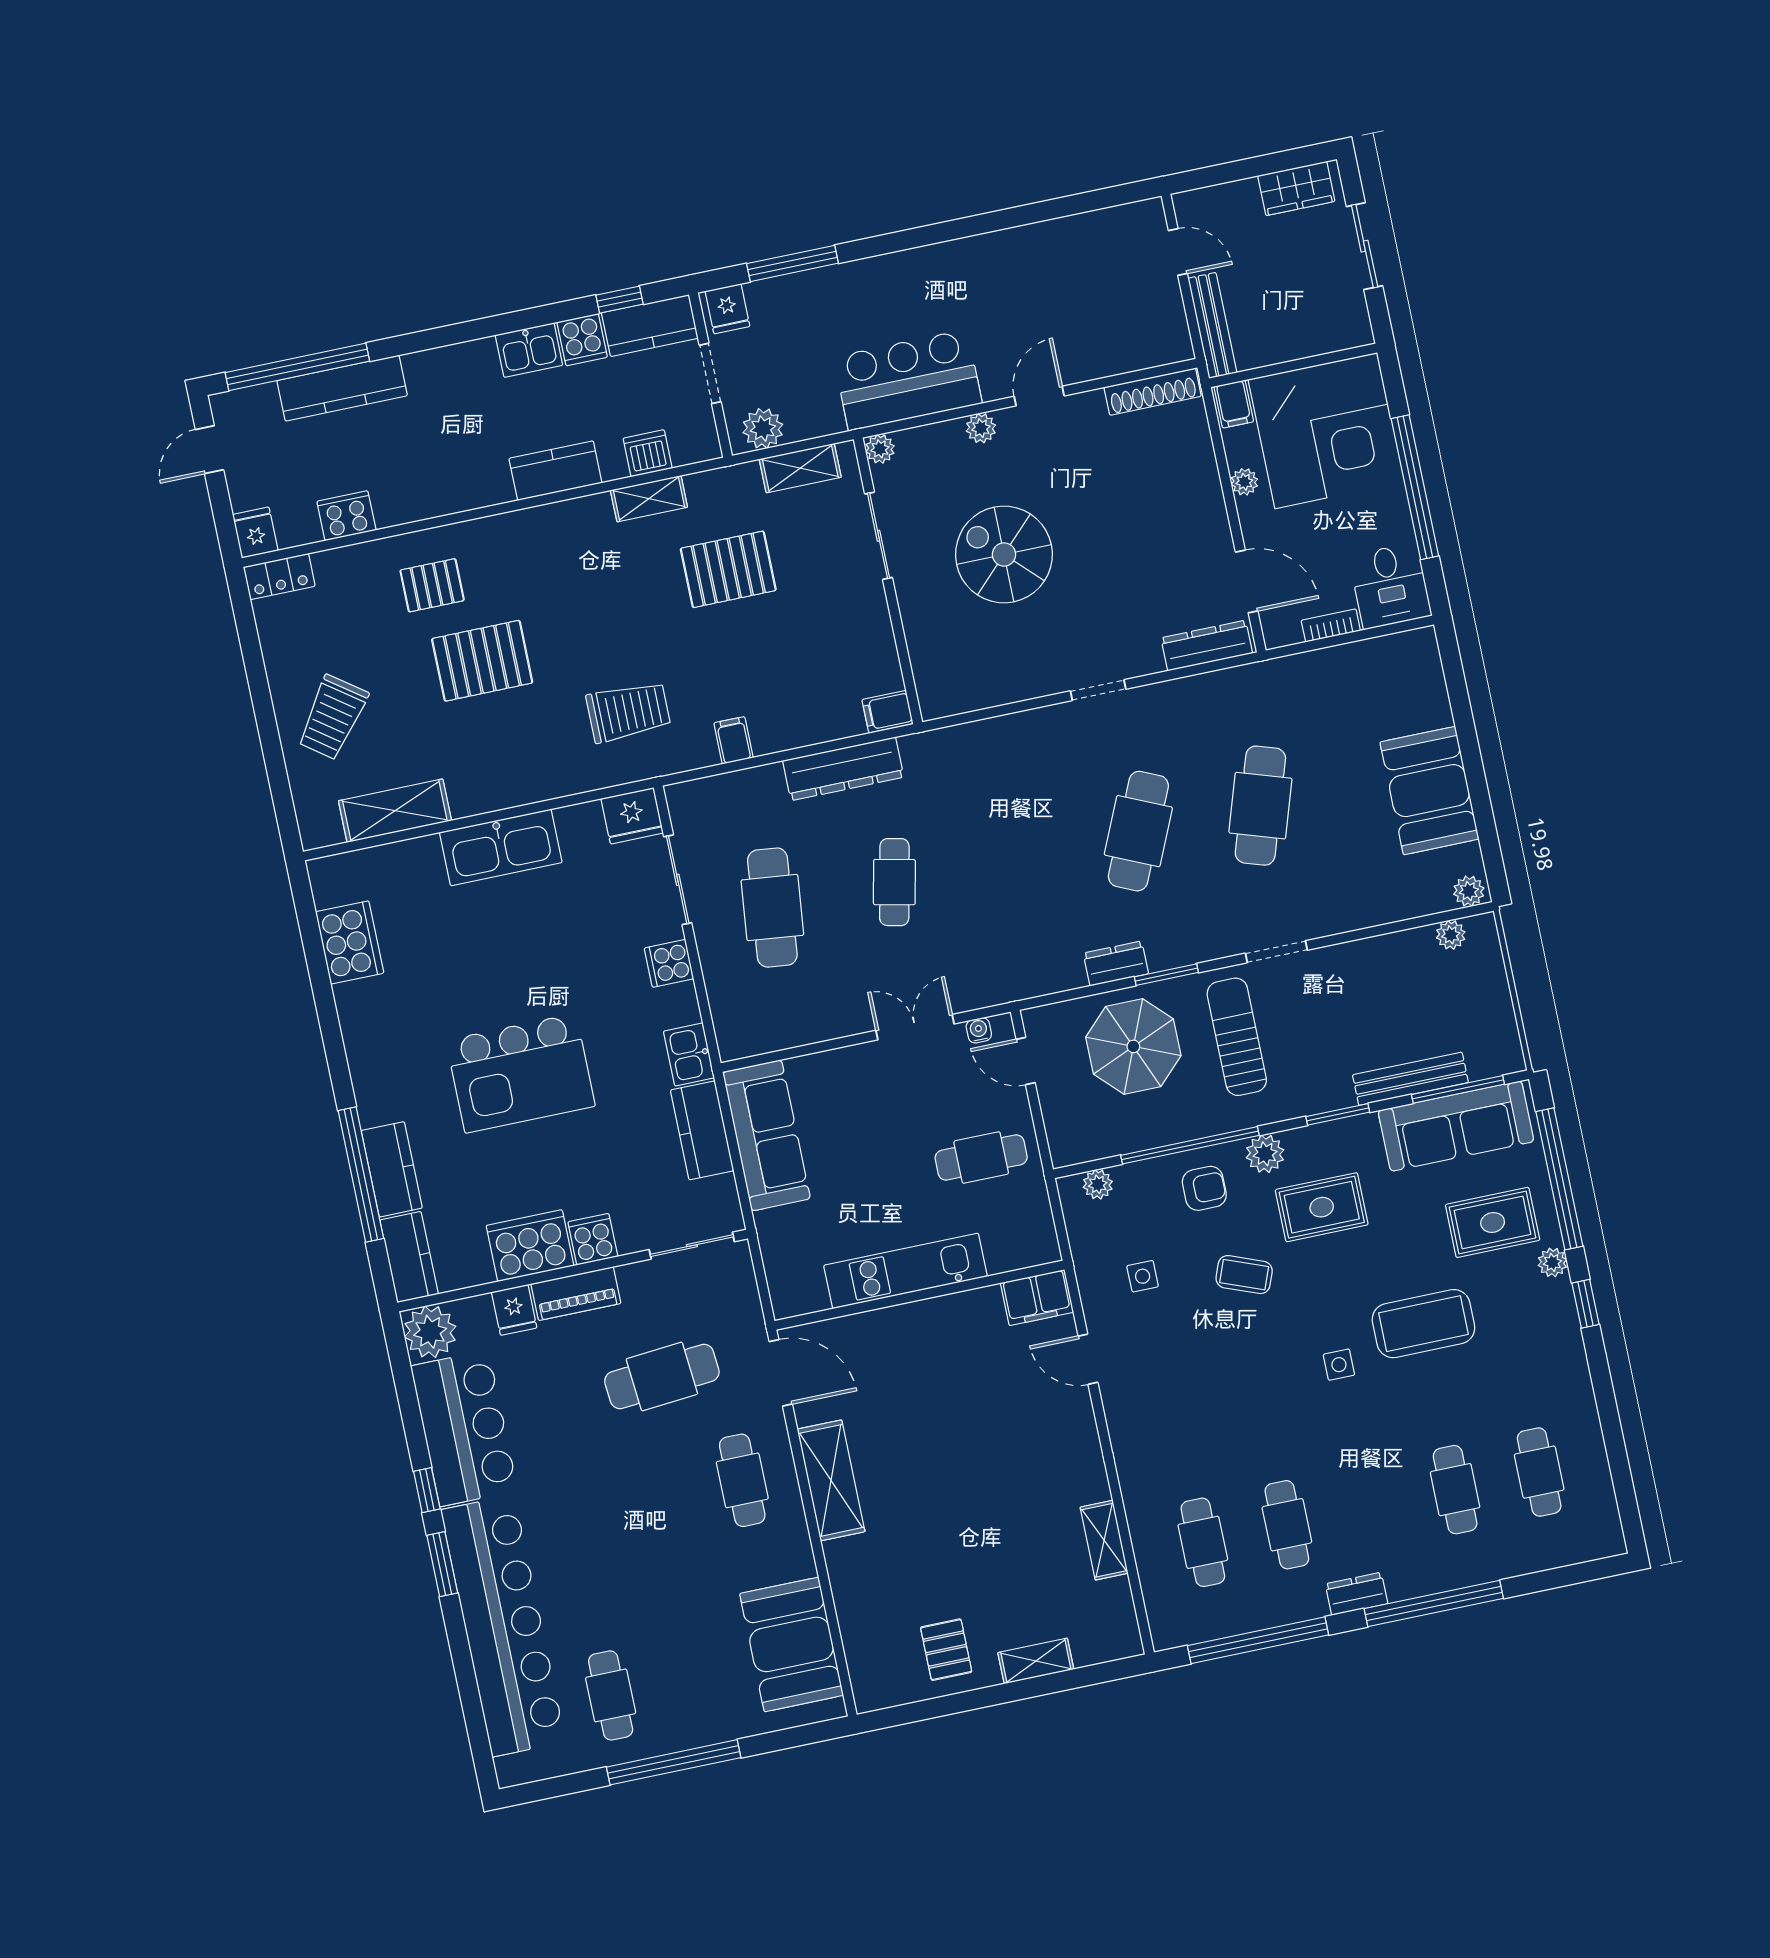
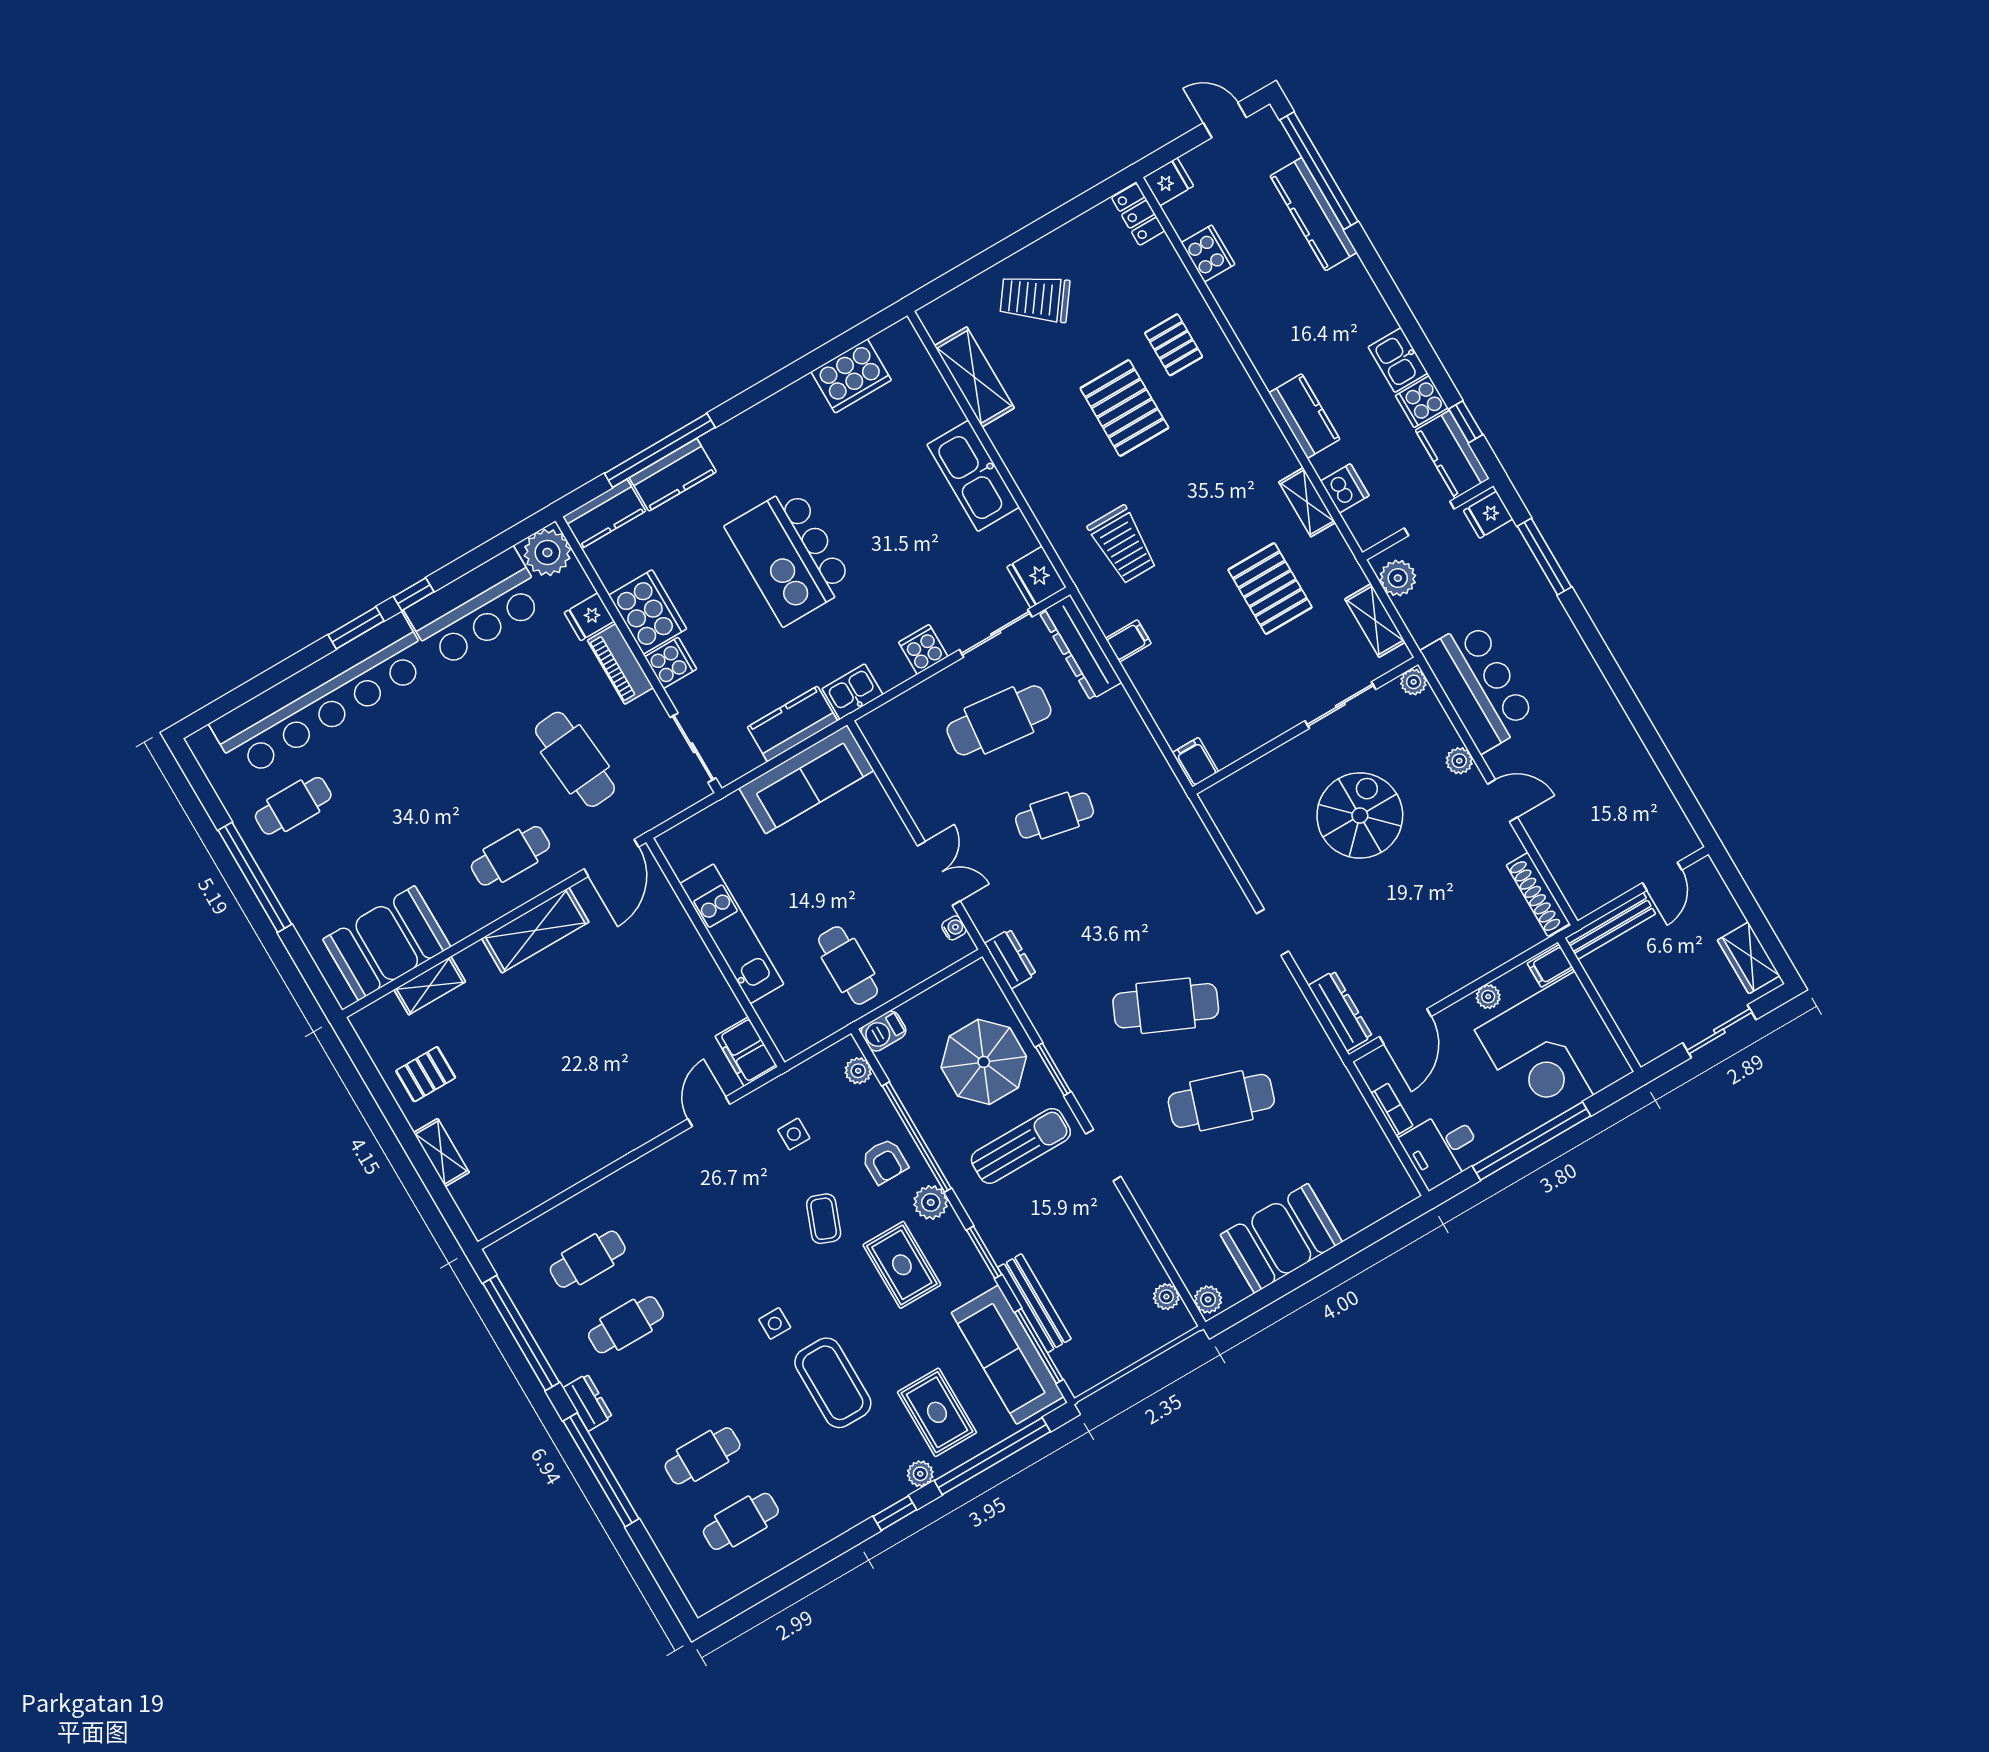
dresser: (843, 769) -> (1080, 647), moved
dresser: (1116, 963) -> (1010, 959), moved
door: (1026, 1061) -> (941, 976), removed
barbecue: (1064, 1143) -> (883, 1031), added
shelving: (1104, 1540) -> (430, 986), moved

